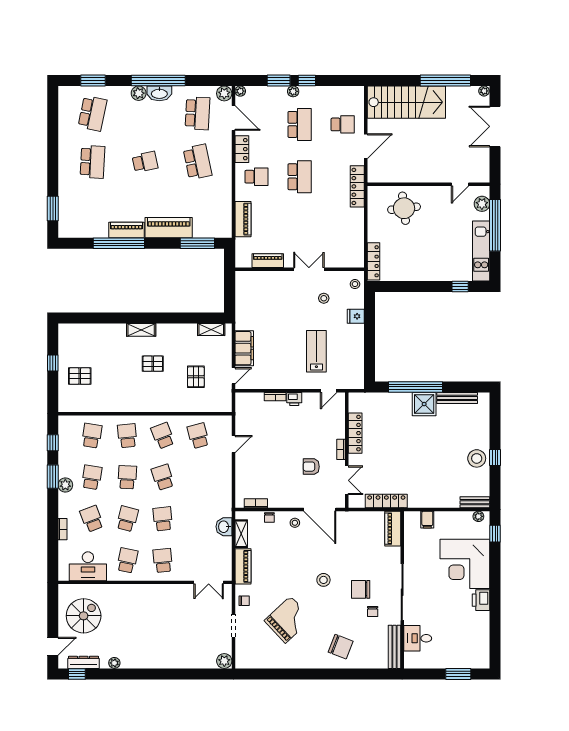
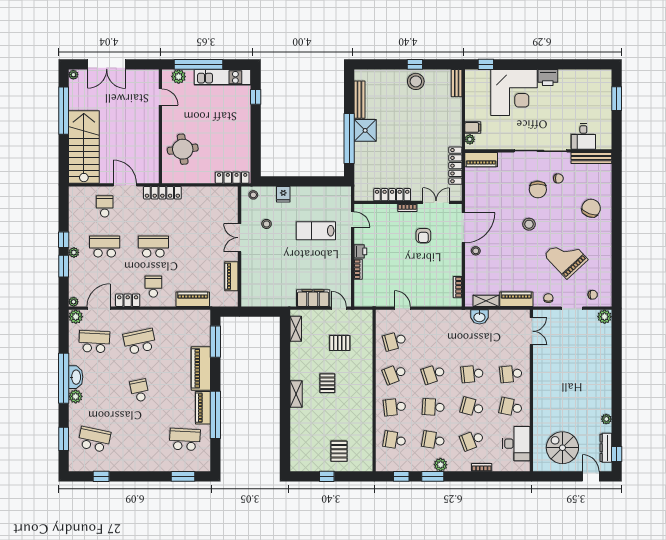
window: (53, 121) -> (101, 476), added
school desk: (92, 162) -> (185, 439), moved
plant: (478, 516) -> (470, 139), moved
chair: (269, 517) -> (593, 295), moved

